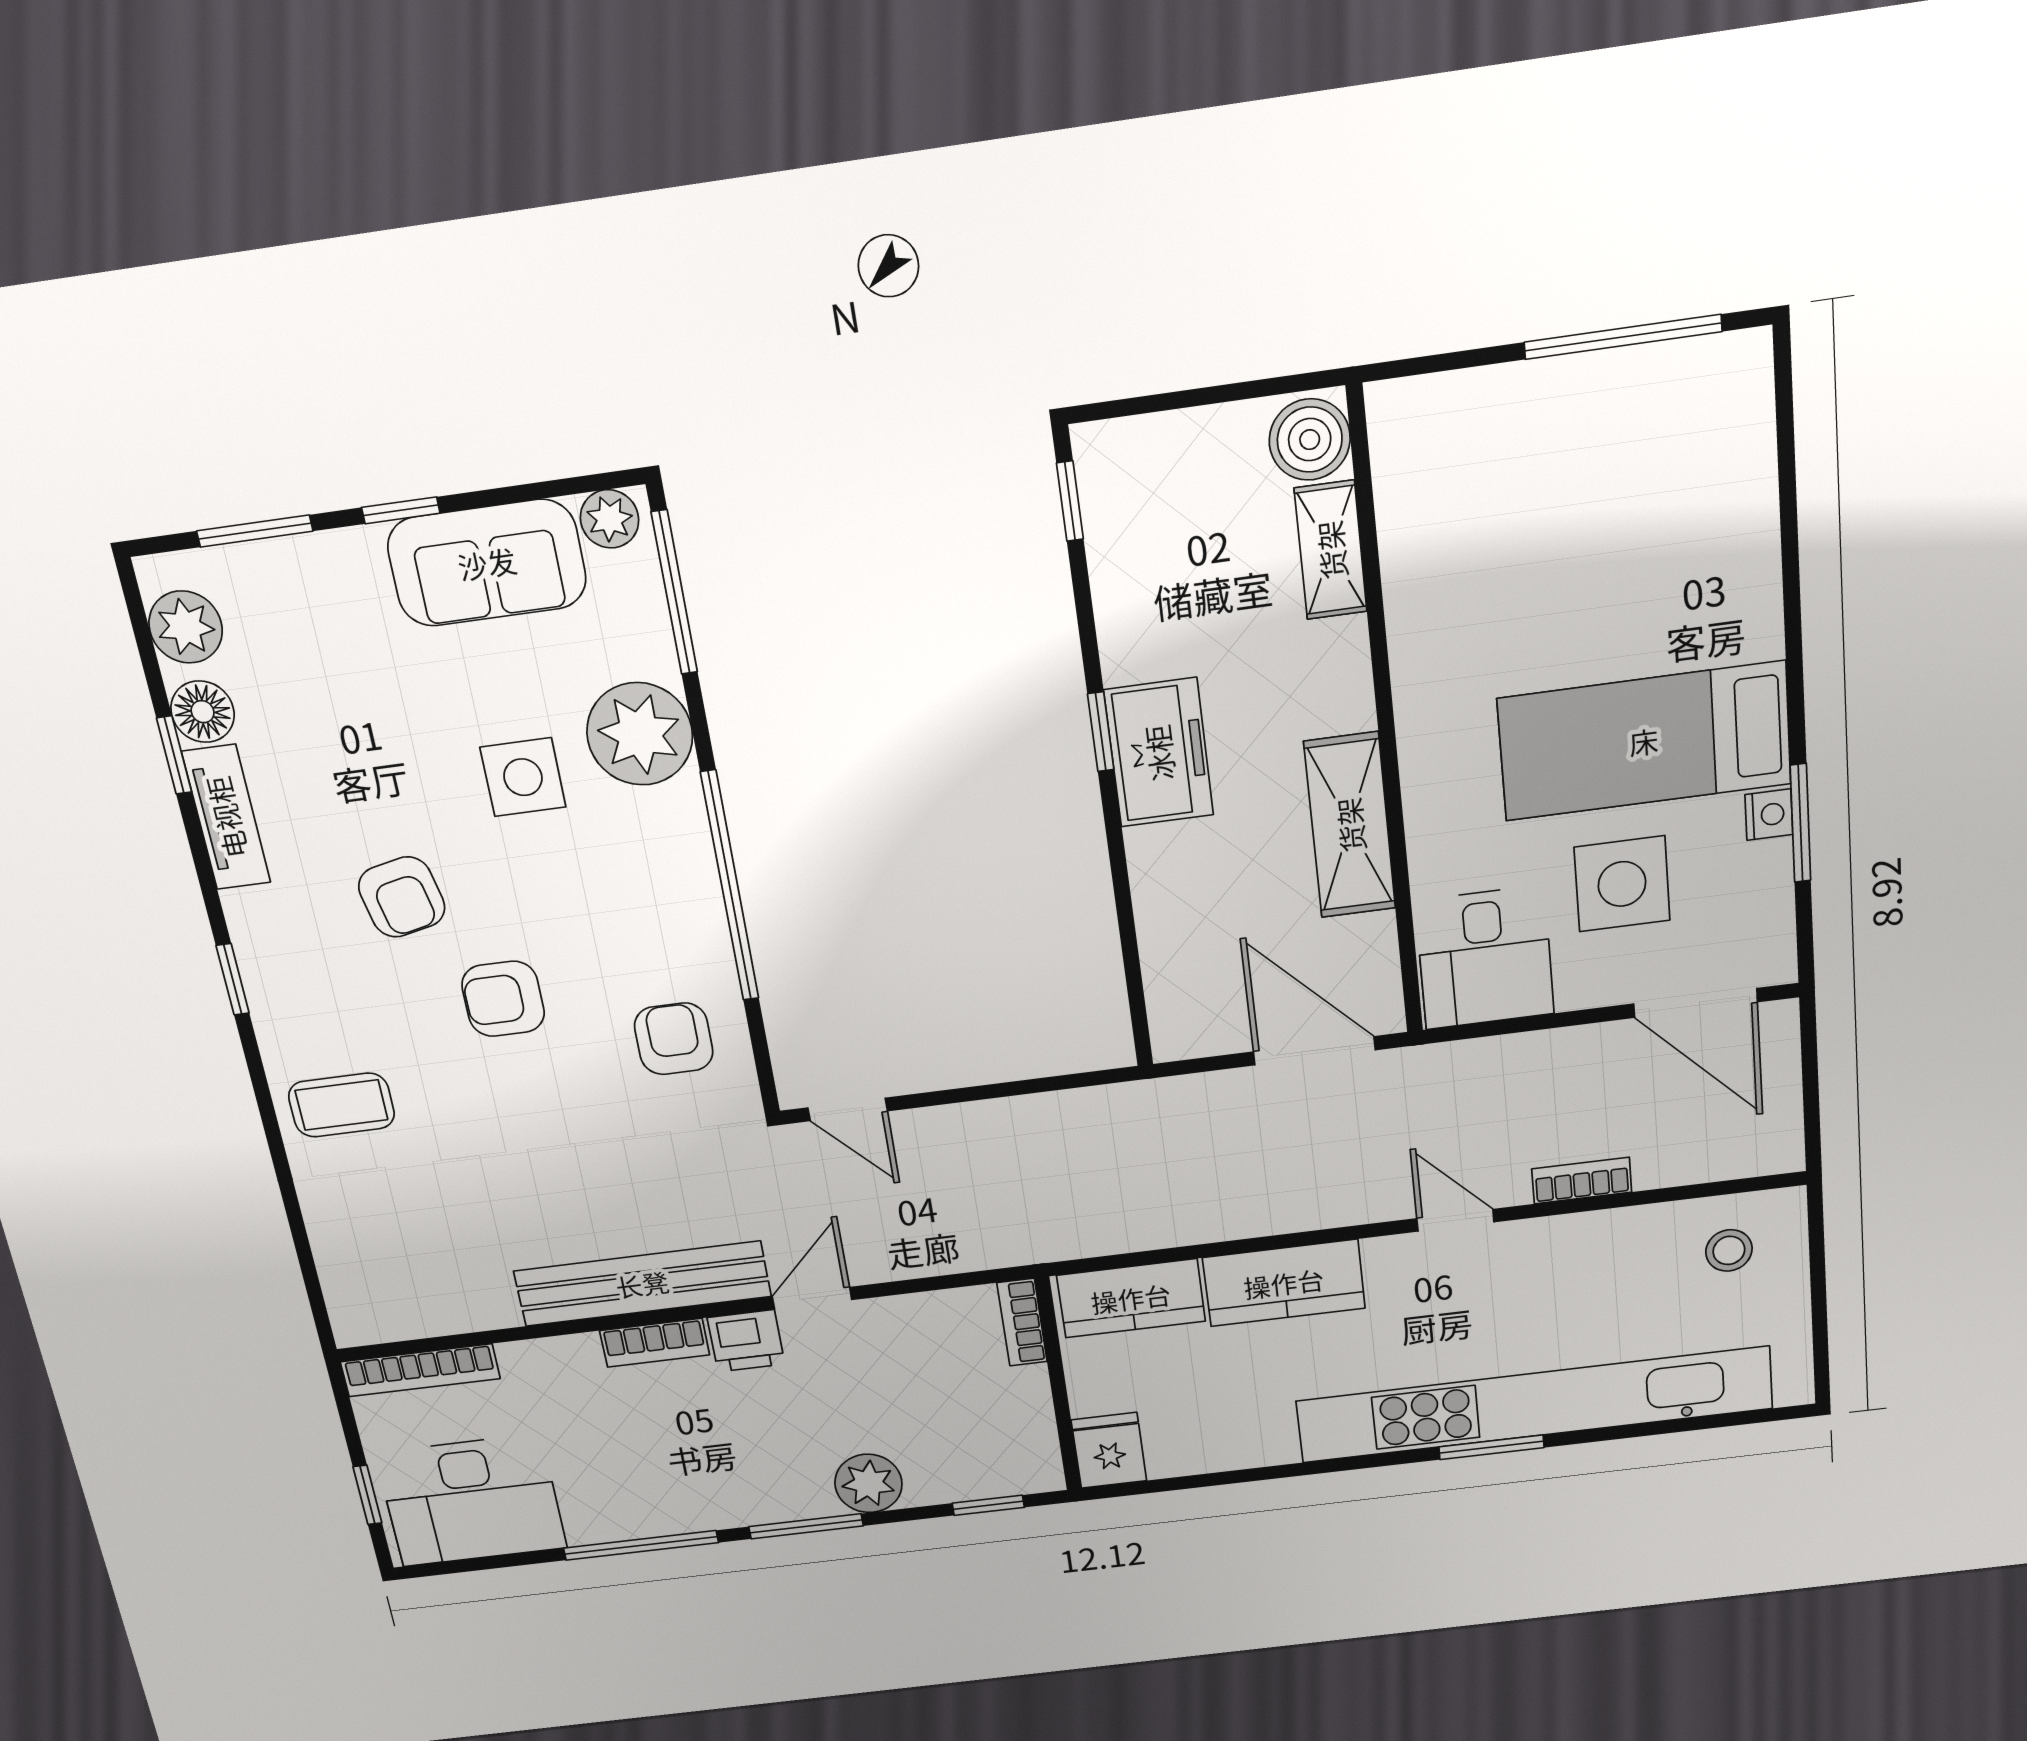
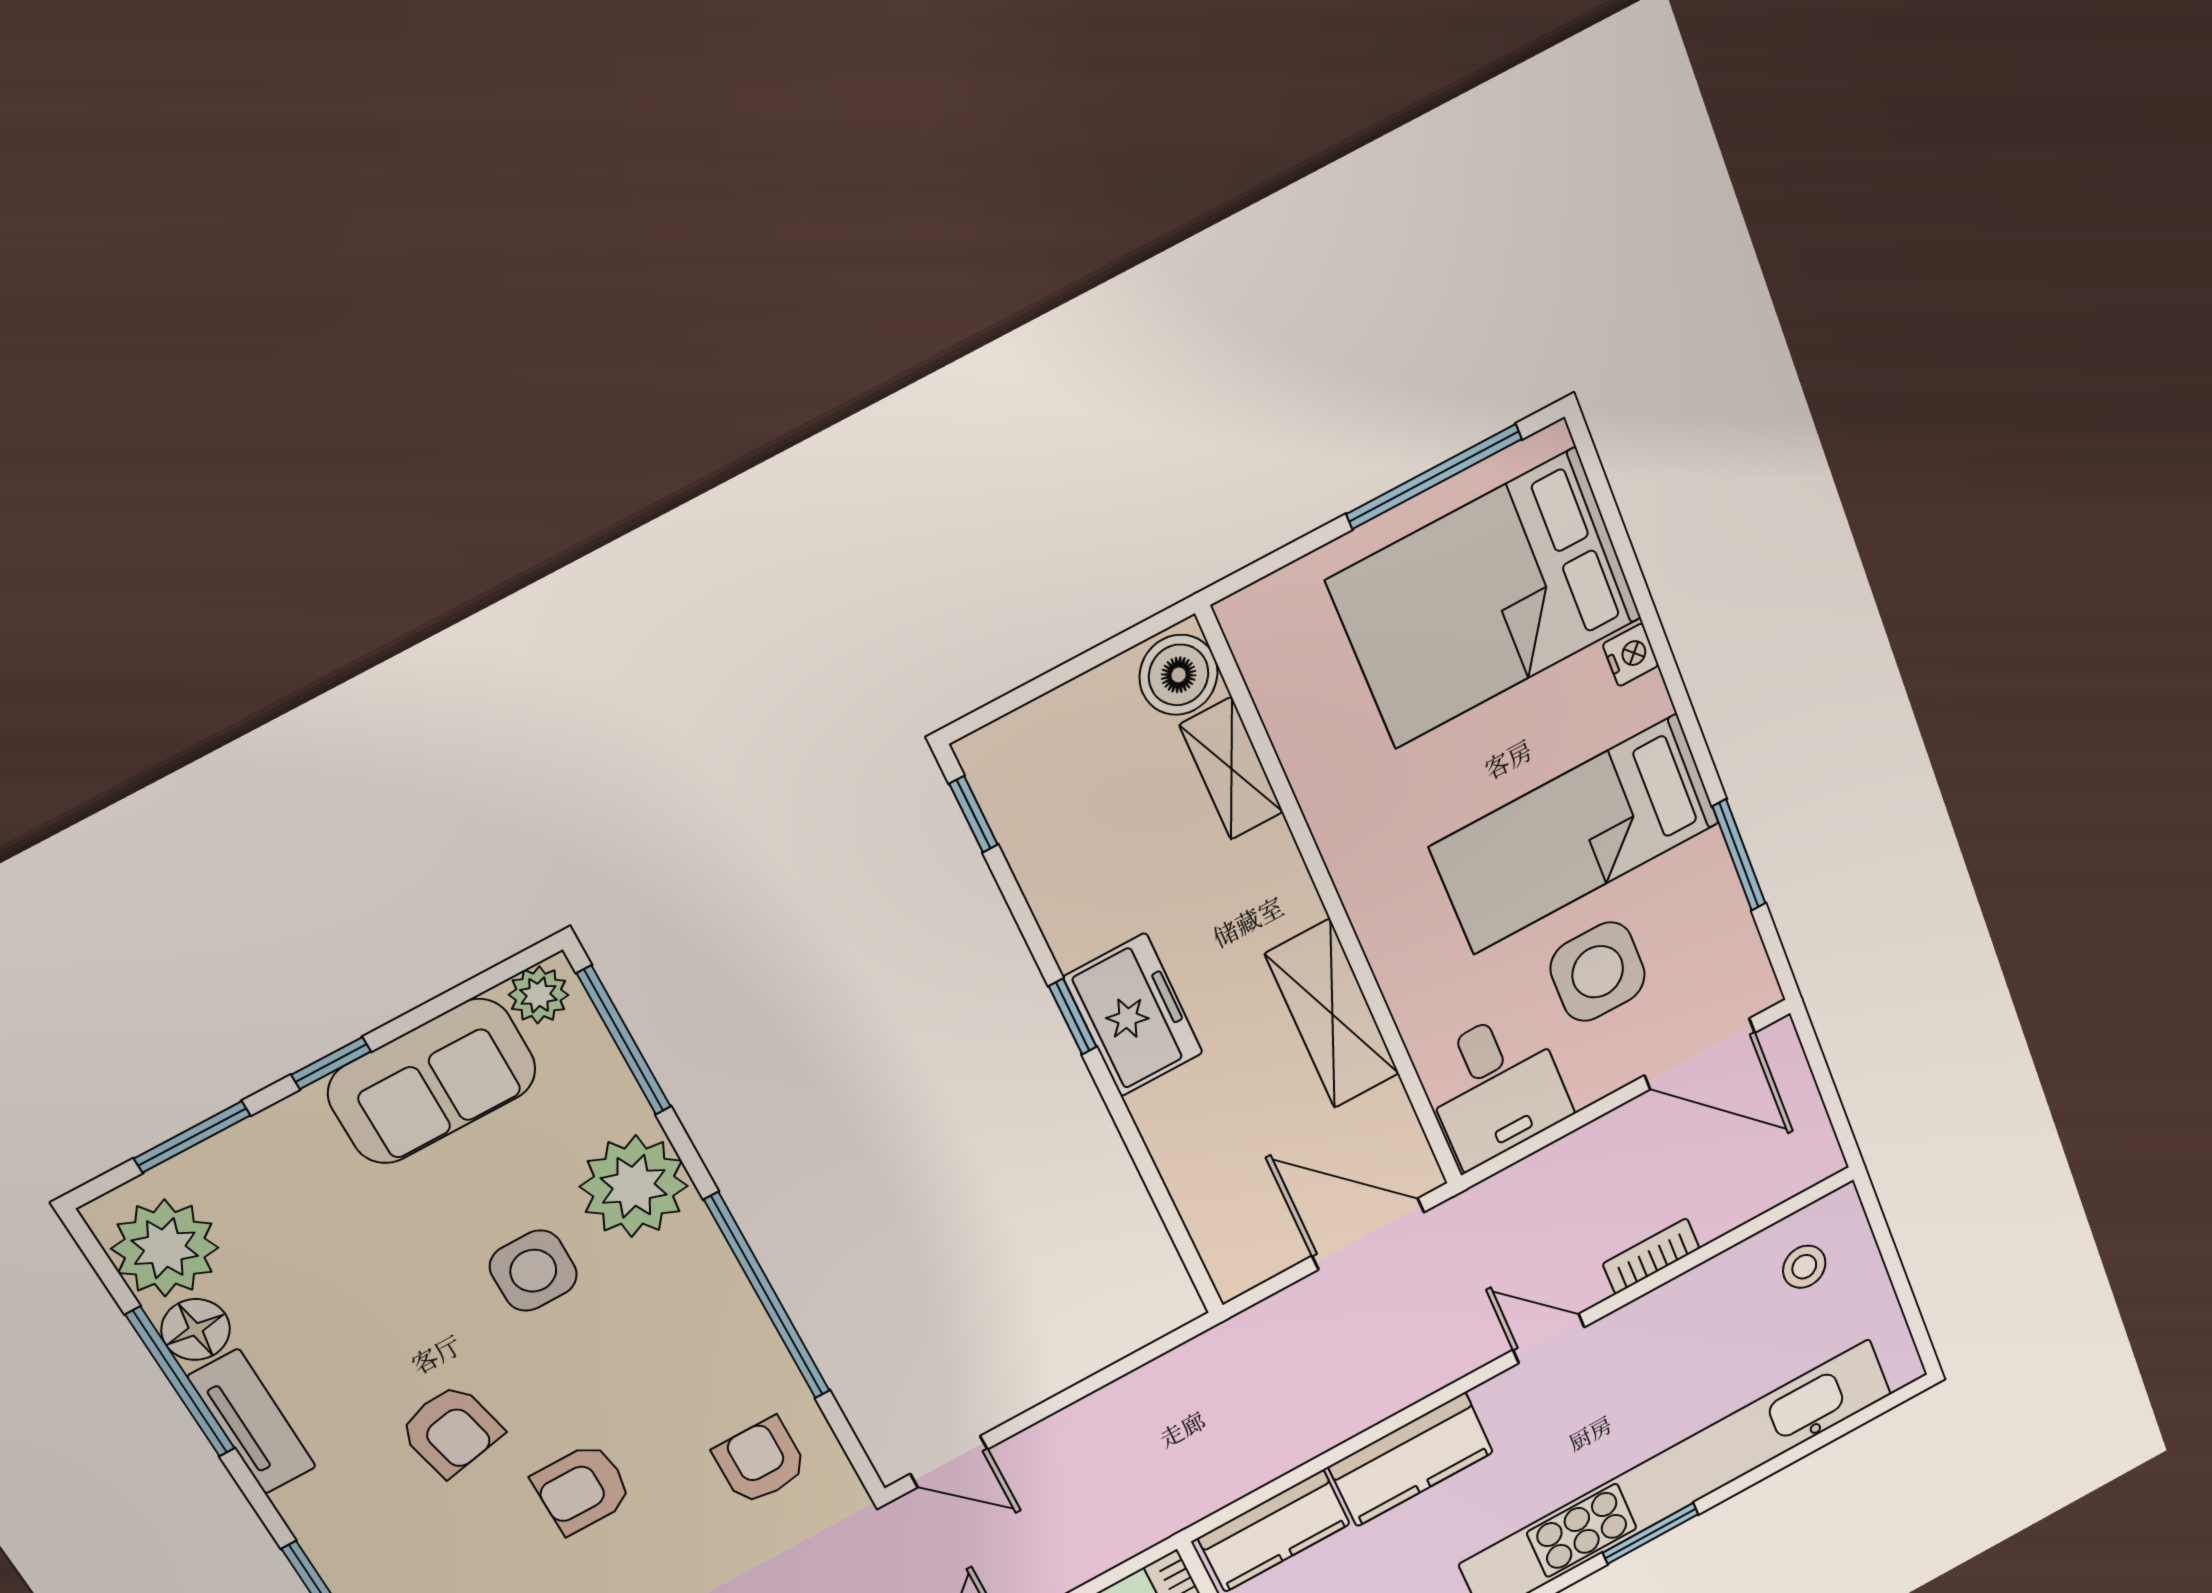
bed: (1633, 476) -> (1485, 599), added
plant: (186, 627) -> (165, 1248), width x1.36, depth x1.36
window: (174, 755) -> (180, 1382), width x2.17
nightstand: (1769, 815) -> (1631, 655), moved

